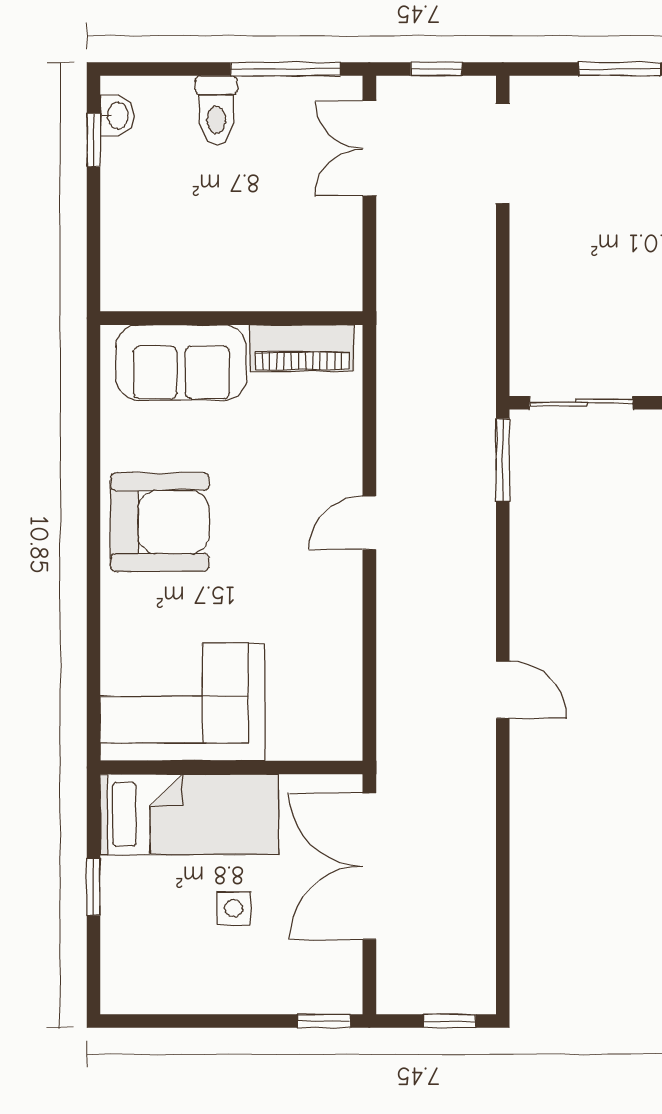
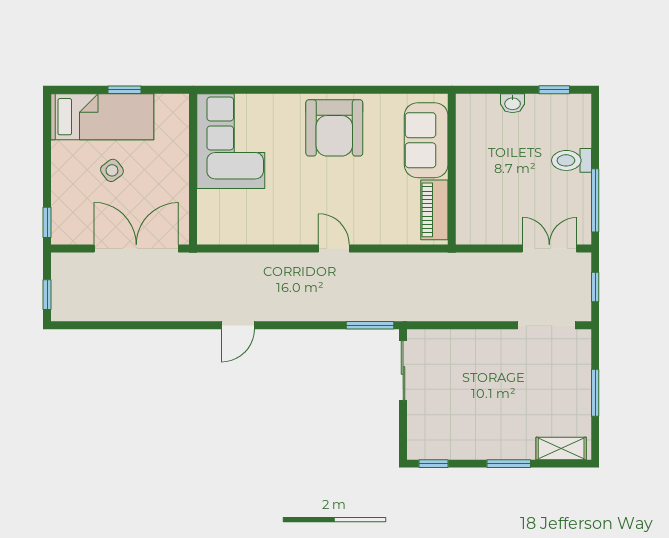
washbasin: (117, 116) -> (513, 103), moved
bed: (189, 814) -> (102, 117), moved, turned -90
side table: (234, 908) -> (112, 170), turned -37

